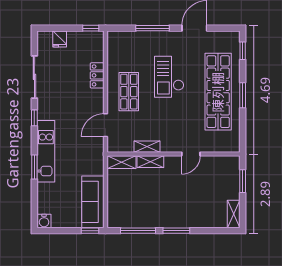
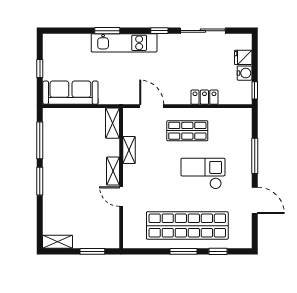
window: (243, 51) -> (218, 251), moved
shelving: (150, 162) -> (113, 171), moved
water cooler: (44, 221) -> (245, 73), moved, turned 180
window: (90, 231) -> (40, 69), moved

